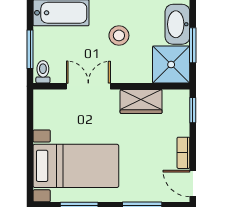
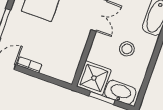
wardrobe: (141, 101) -> (76, 48), removed
window: (193, 110) -> (57, 82), removed

